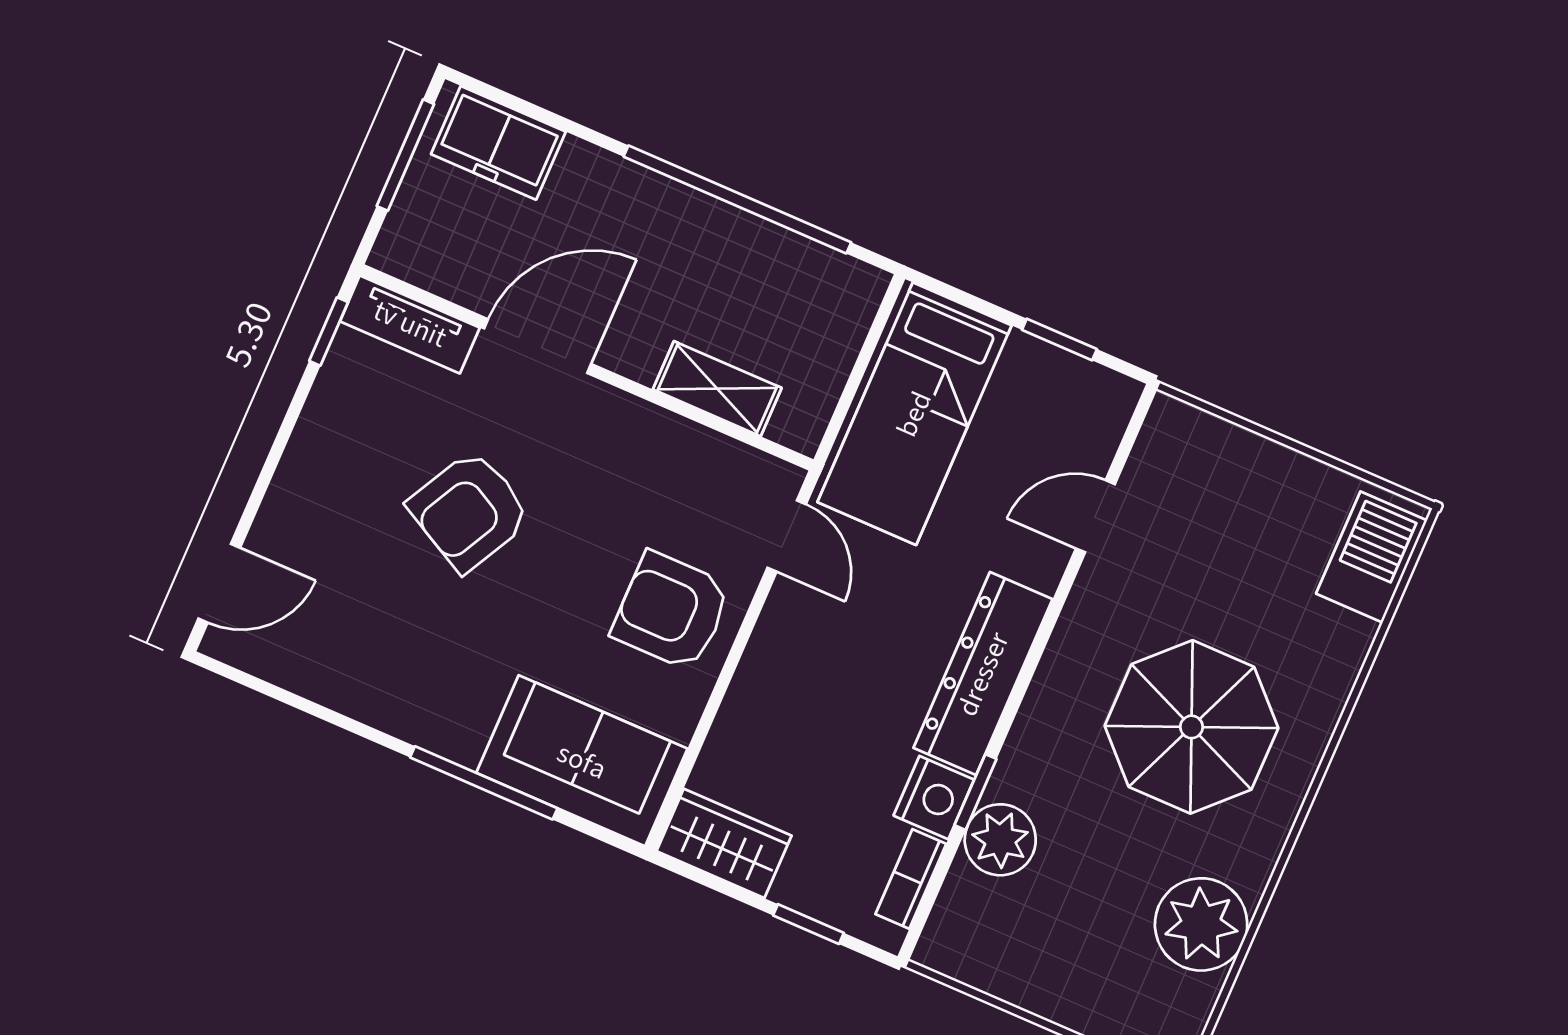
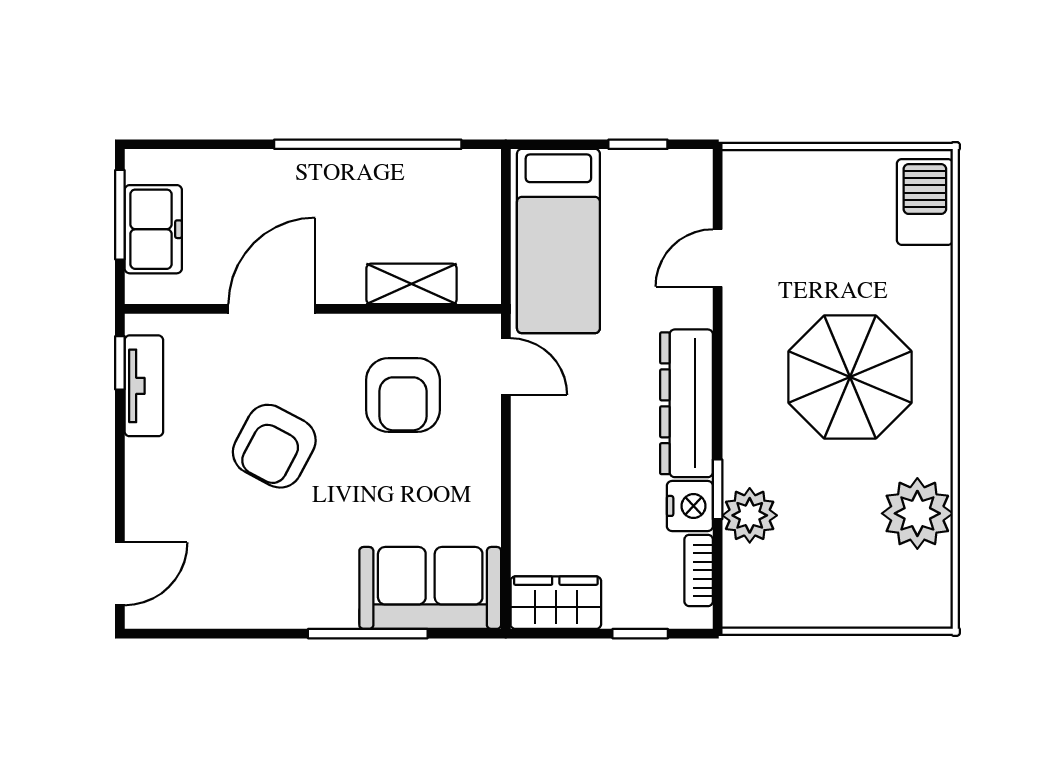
freezer: (498, 143) -> (153, 229), moved, turned -90
tv unit: (410, 324) -> (144, 386), moved, turned -90
armchair: (671, 611) -> (403, 395), moved, turned -90

